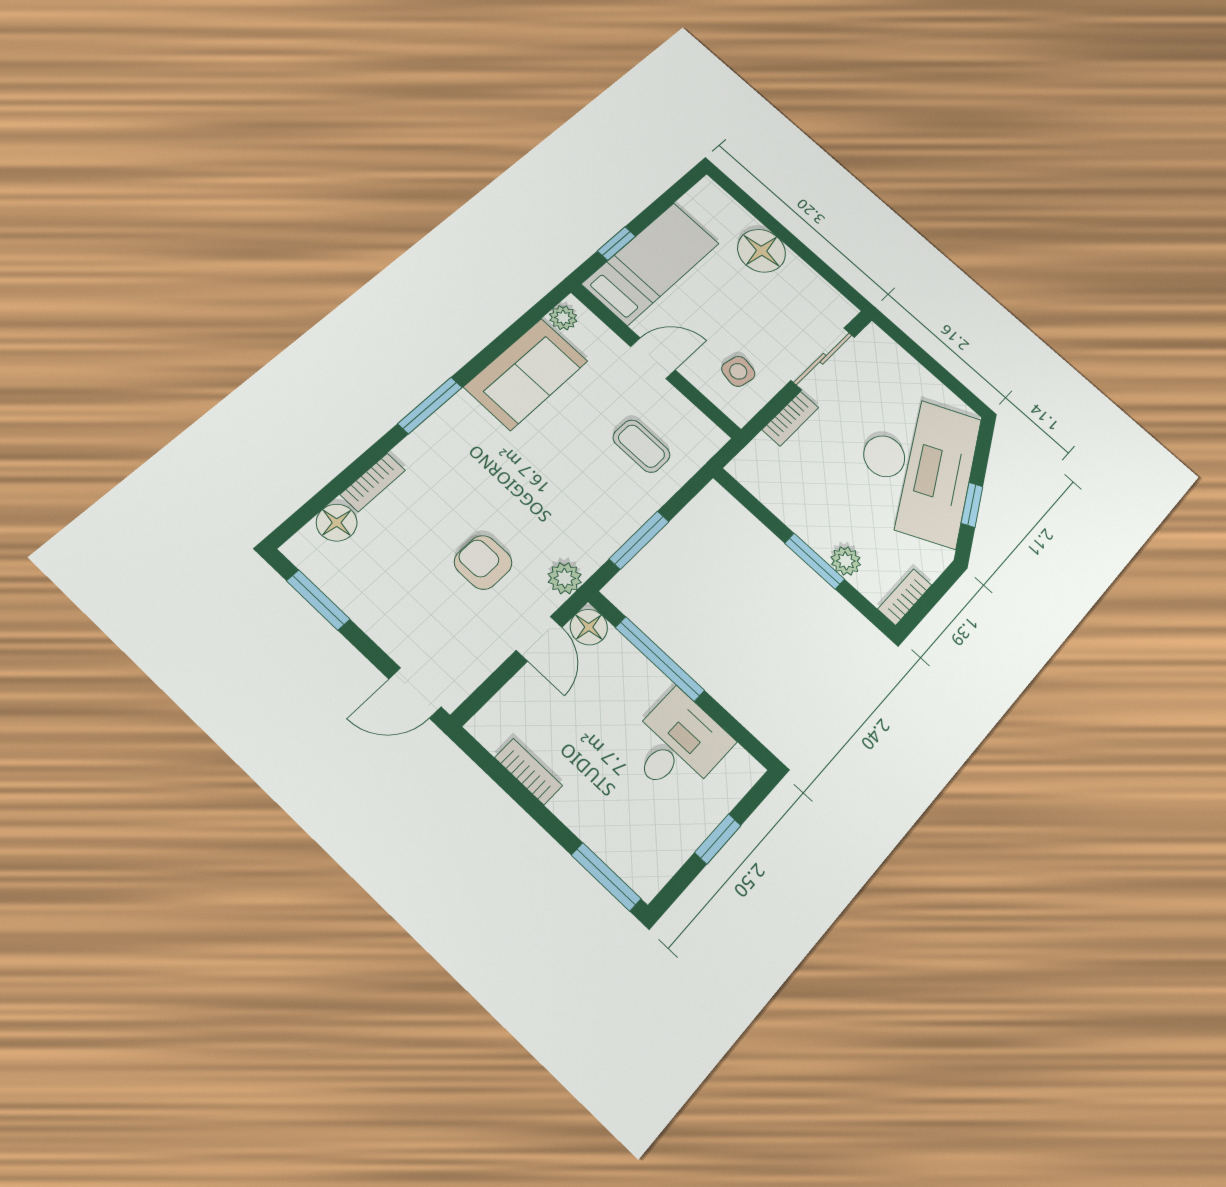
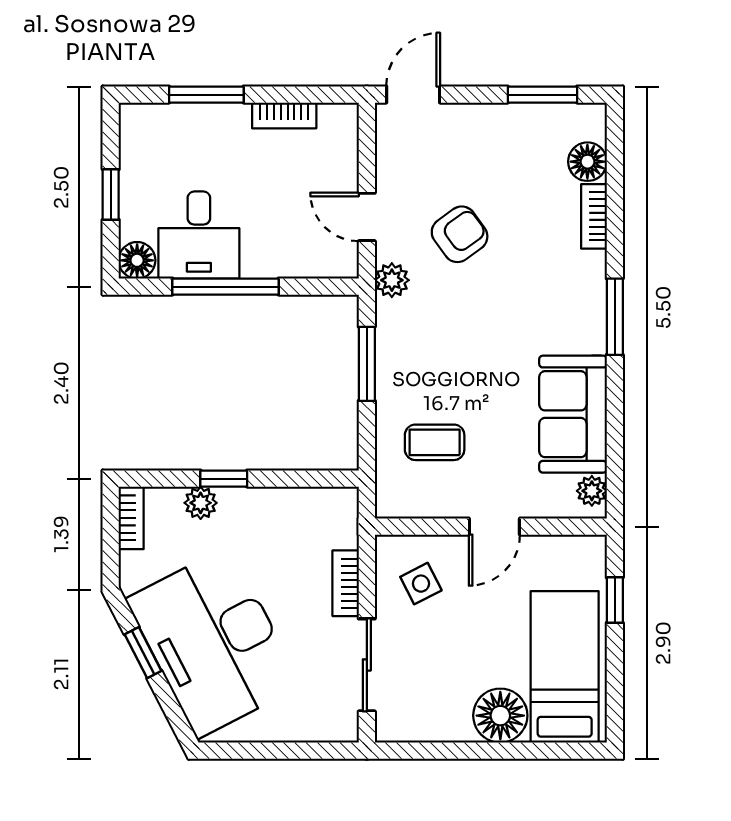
bed: (651, 263) -> (565, 667), moved, turned 180
side table: (738, 371) -> (421, 584), turned -38
window: (815, 561) -> (224, 479), width x0.67
armchair: (483, 562) -> (460, 234), turned -36
floor lamp: (589, 627) -> (137, 260), moved
window: (660, 659) -> (226, 287), moved
window: (606, 877) -> (206, 95), moved

